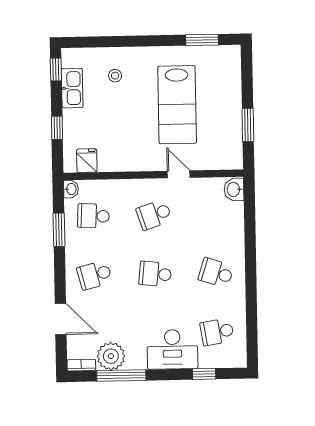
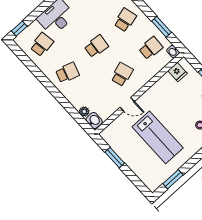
lab bench: (177, 105) -> (158, 137), turned 180
plant: (236, 210) -> (84, 112), added
window: (204, 374) -> (19, 29), moved

